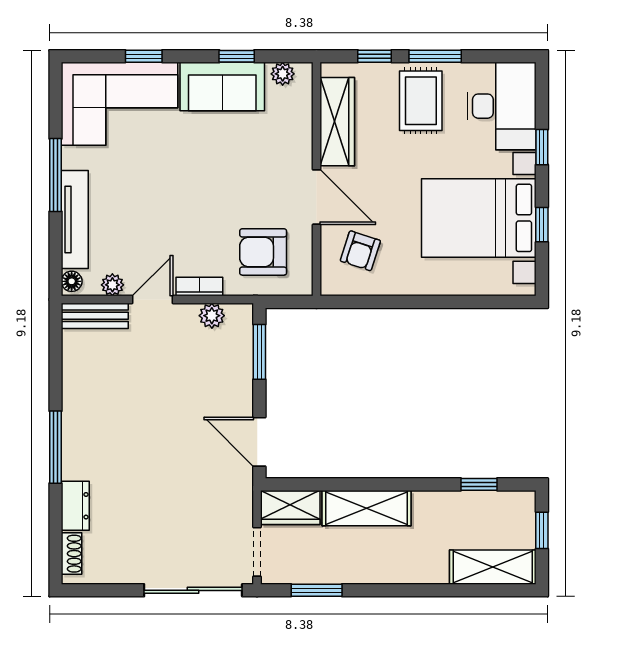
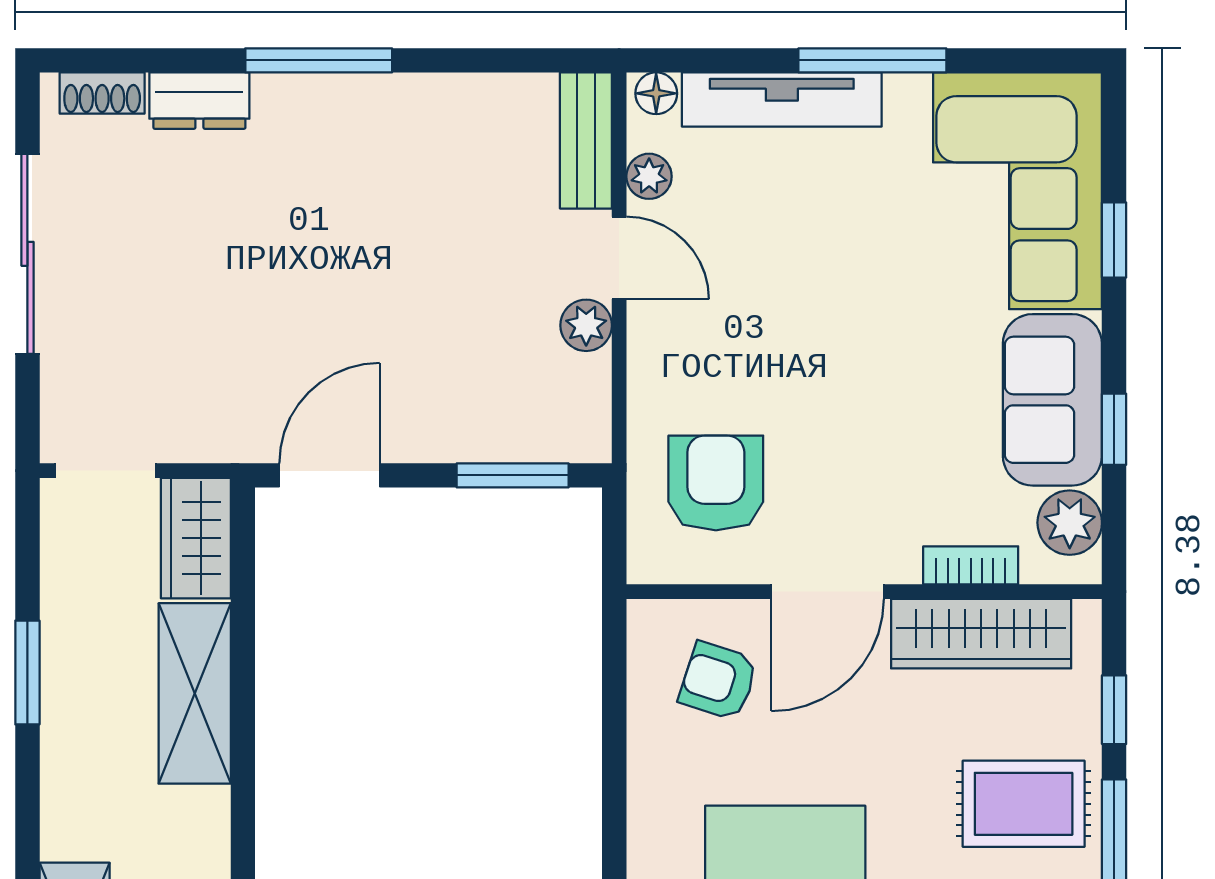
plant: (283, 74) -> (1070, 523), width x1.38, depth x1.38
bookcase: (199, 287) -> (971, 565), moved, turned -90
plant: (212, 316) -> (586, 325), moved
sliding door: (193, 590) -> (27, 254), moved
window: (317, 590) -> (27, 672), moved

